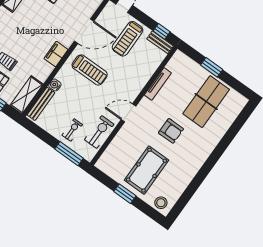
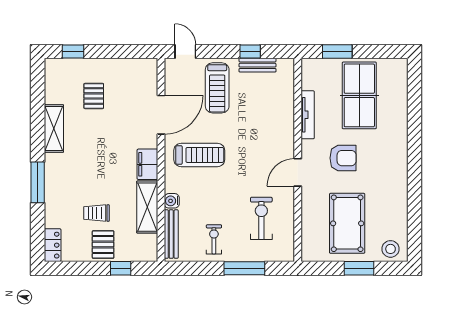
tv unit: (158, 84) -> (308, 115), moved
shelving: (27, 95) -> (147, 207), moved
wall: (134, 106) -> (298, 160), moved
door: (129, 113) -> (298, 172), moved
exercise bike: (72, 130) -> (214, 239), moved
window: (125, 194) -> (359, 268), moved

